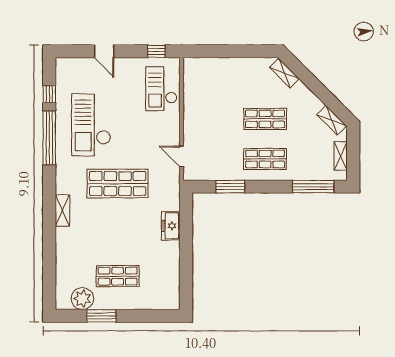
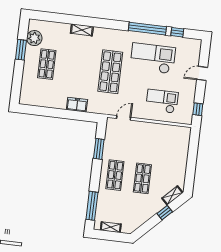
window: (310, 81) -> (165, 213), added
checkout: (161, 89) -> (162, 101), moved
shelving: (332, 120) -> (136, 224), removed
shelving: (62, 211) -> (82, 30), moved

